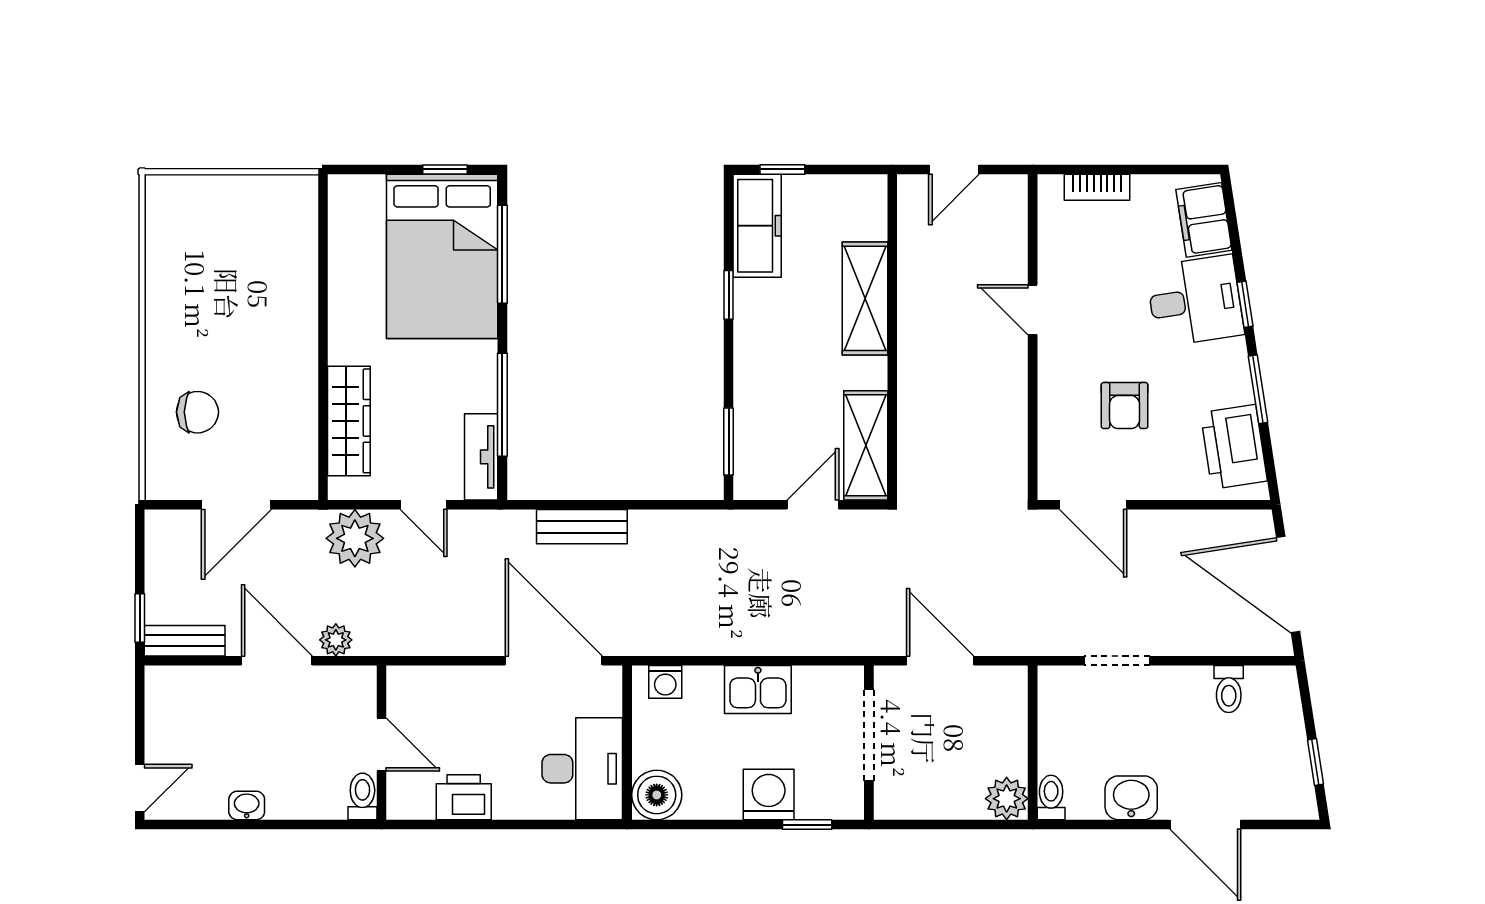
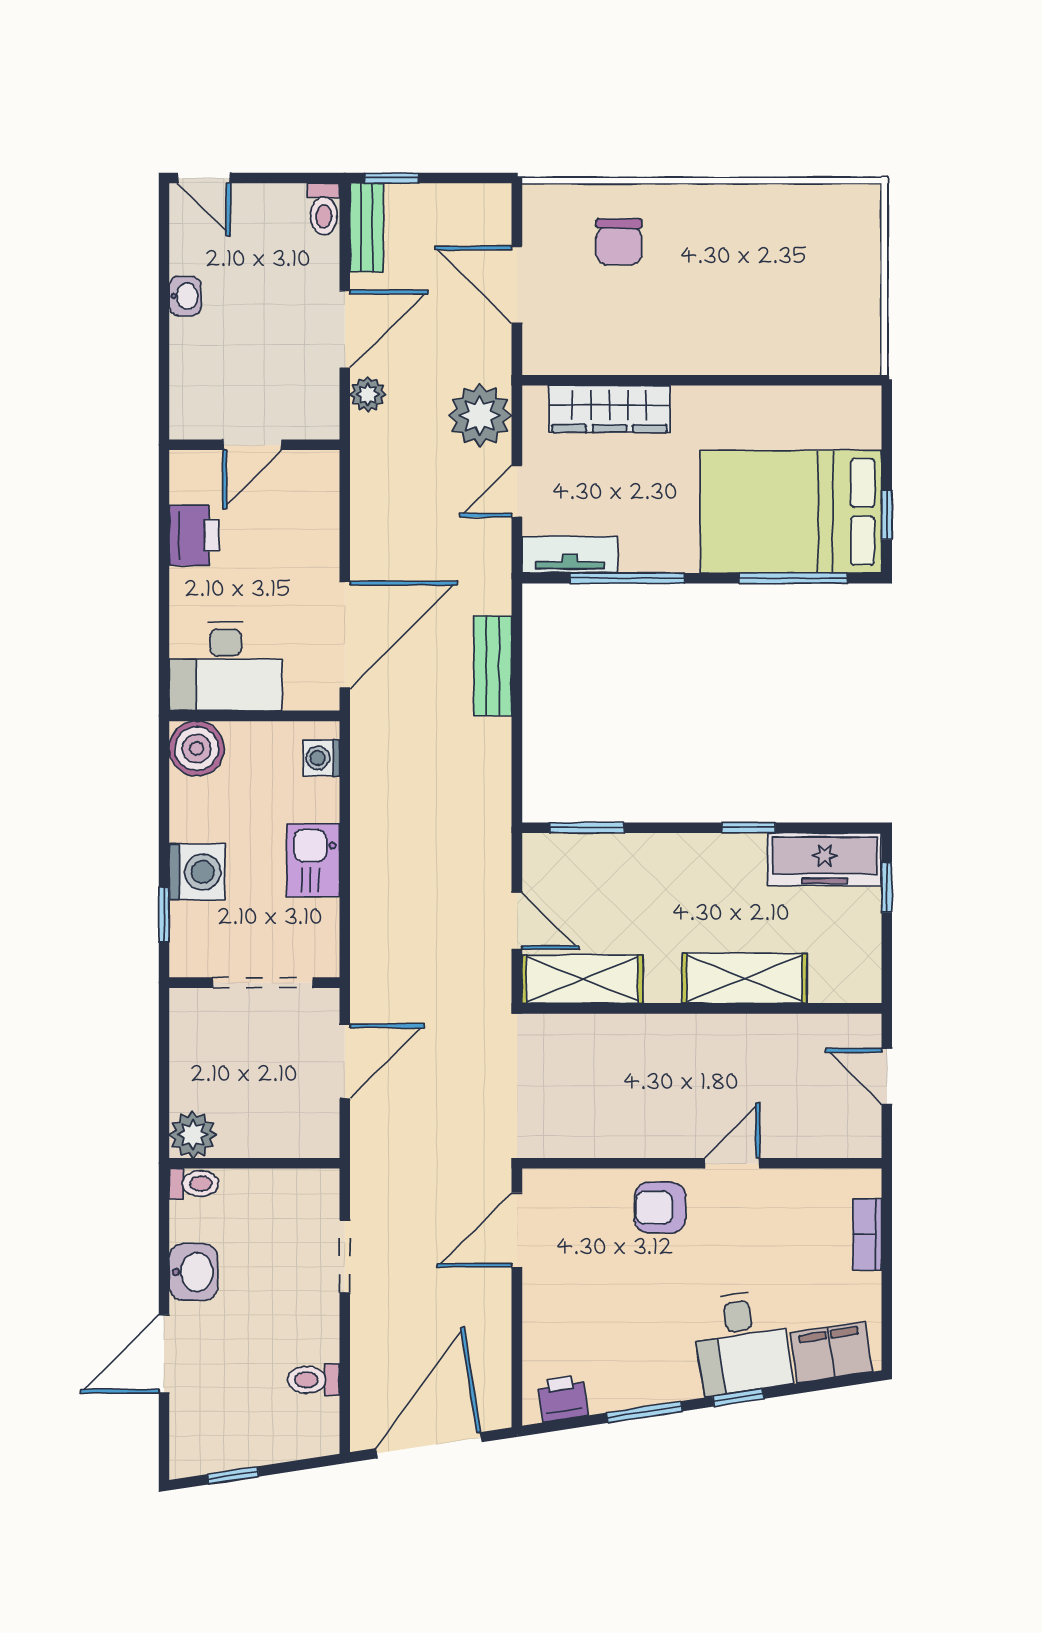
armchair: (1125, 406) -> (660, 1208), moved
printer: (1234, 447) -> (562, 1398), width x0.53, depth x0.68
toilet: (362, 796) -> (324, 209), moved, turned 90

